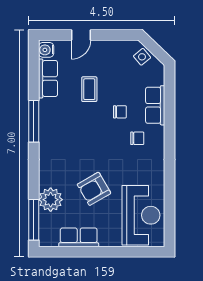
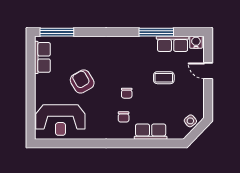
chair: (120, 112) -> (127, 93), moved
window: (34, 121) -> (156, 32), moved
plant: (51, 200) -> (73, 46), removed
row of seats: (79, 237) -> (42, 57), moved

